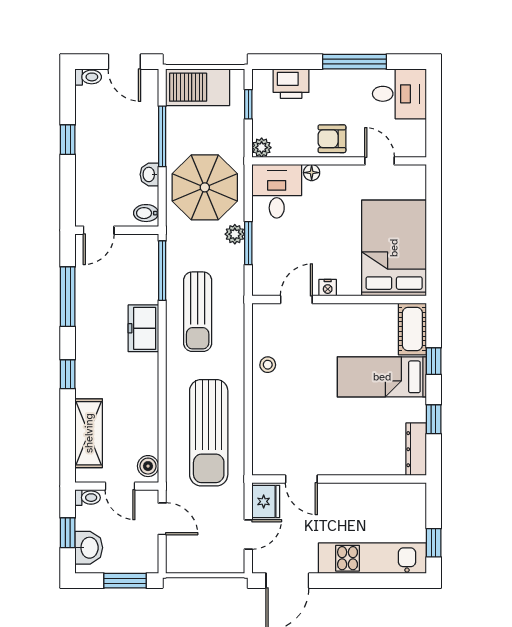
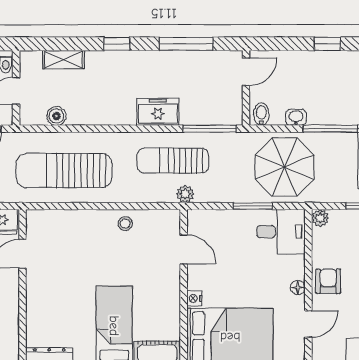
floor lamp: (312, 173) -> (298, 288), moved
door: (99, 230) -> (246, 72), swing flipped
plant: (235, 234) -> (185, 194), moved
window: (248, 243) -> (253, 206), moved
nightstand: (328, 288) -> (194, 298), moved
shelving: (89, 433) -> (64, 60), width x0.67, depth x0.75
boiler: (148, 466) -> (56, 116), moved

